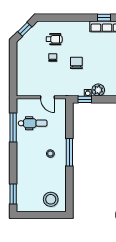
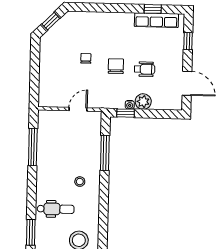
wheelchair: (54, 39) -> (144, 69), moved
door: (48, 97) -> (78, 109), swing flipped
dental chair: (33, 123) -> (56, 209), moved
window: (69, 152) -> (105, 153), moved

